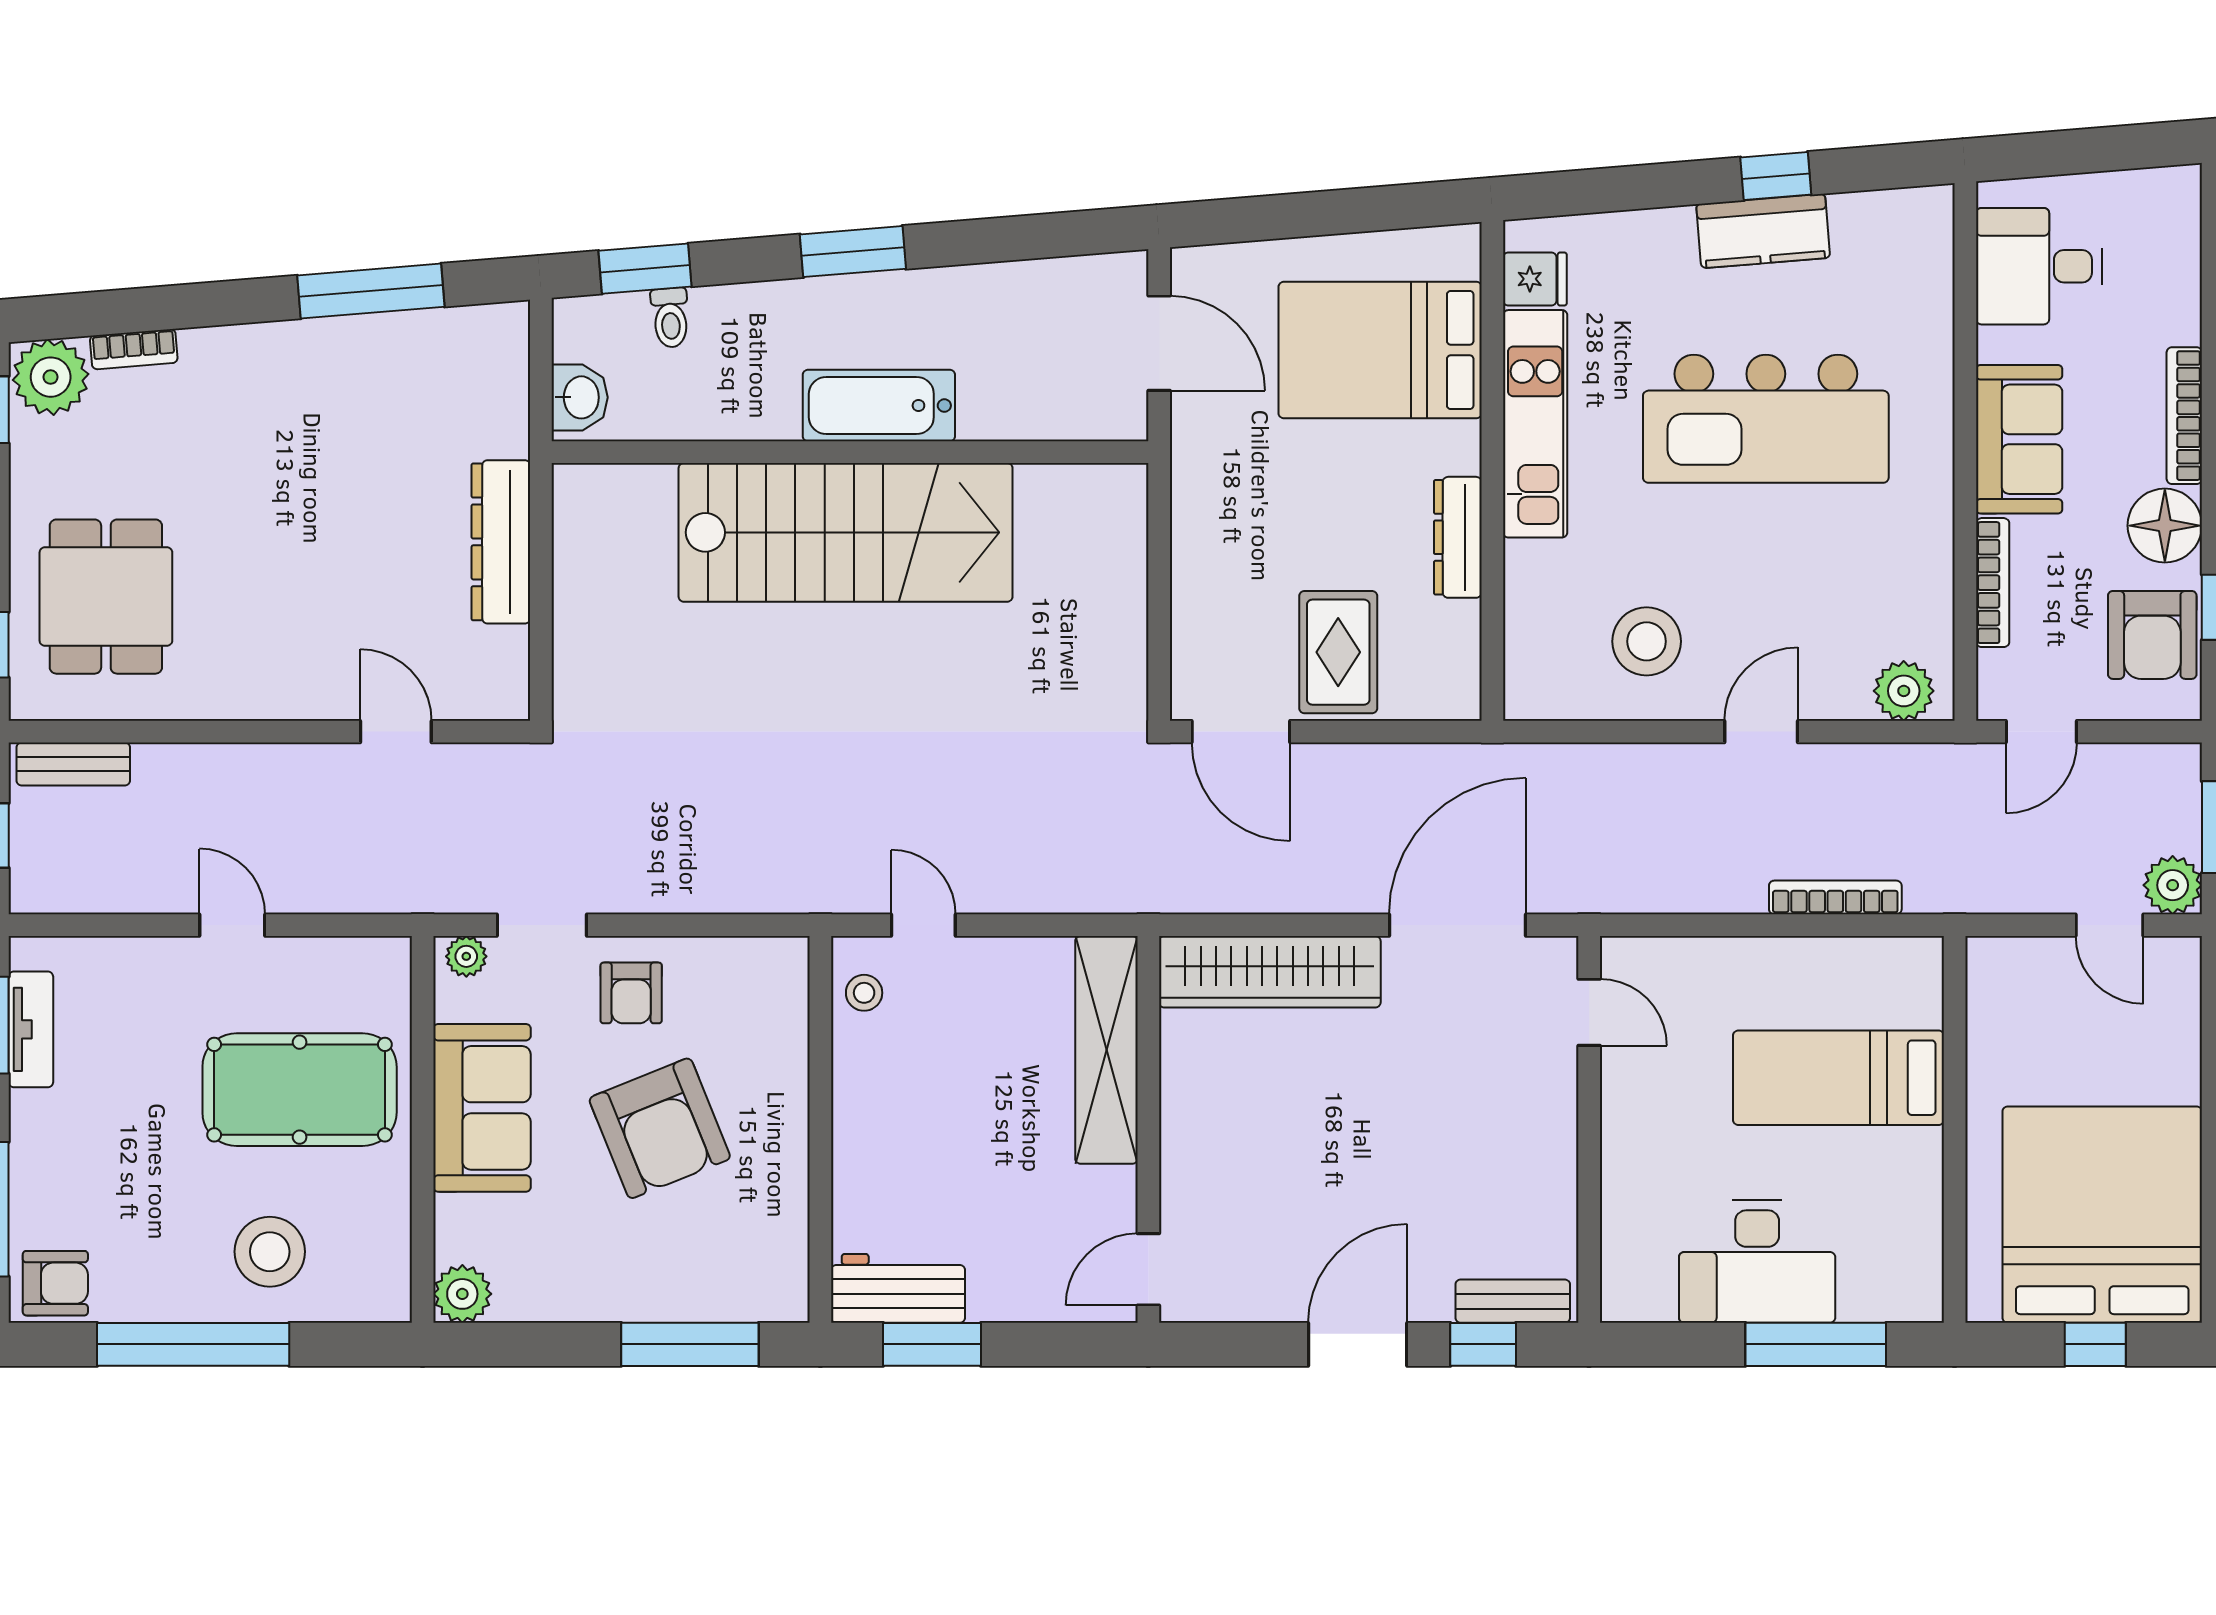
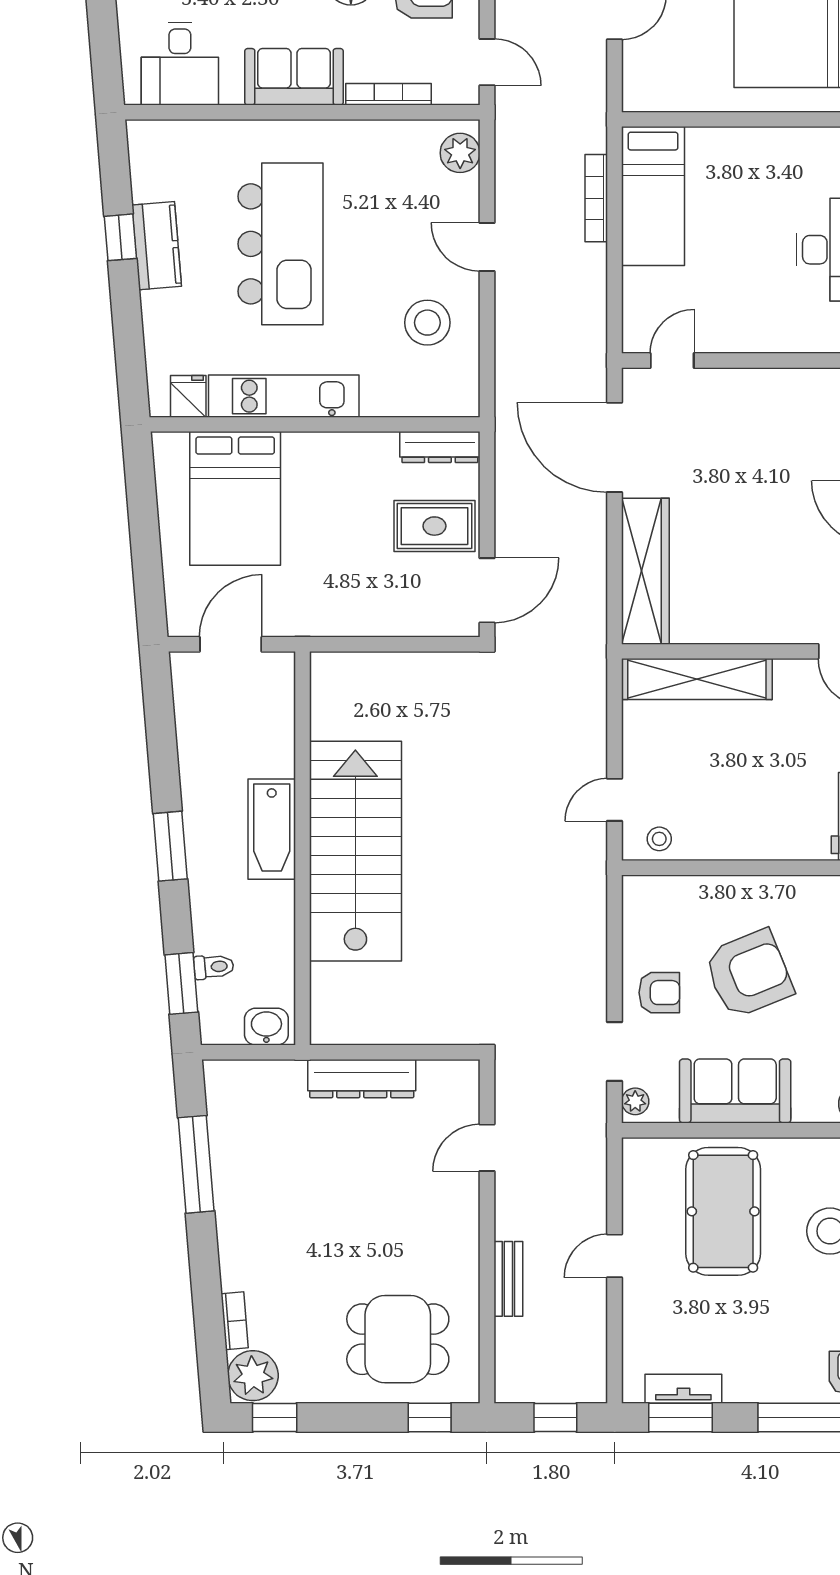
dresser: (1458, 537) -> (440, 447), moved
bench: (73, 764) -> (508, 1279), moved
bed: (1838, 1078) -> (653, 196), moved

